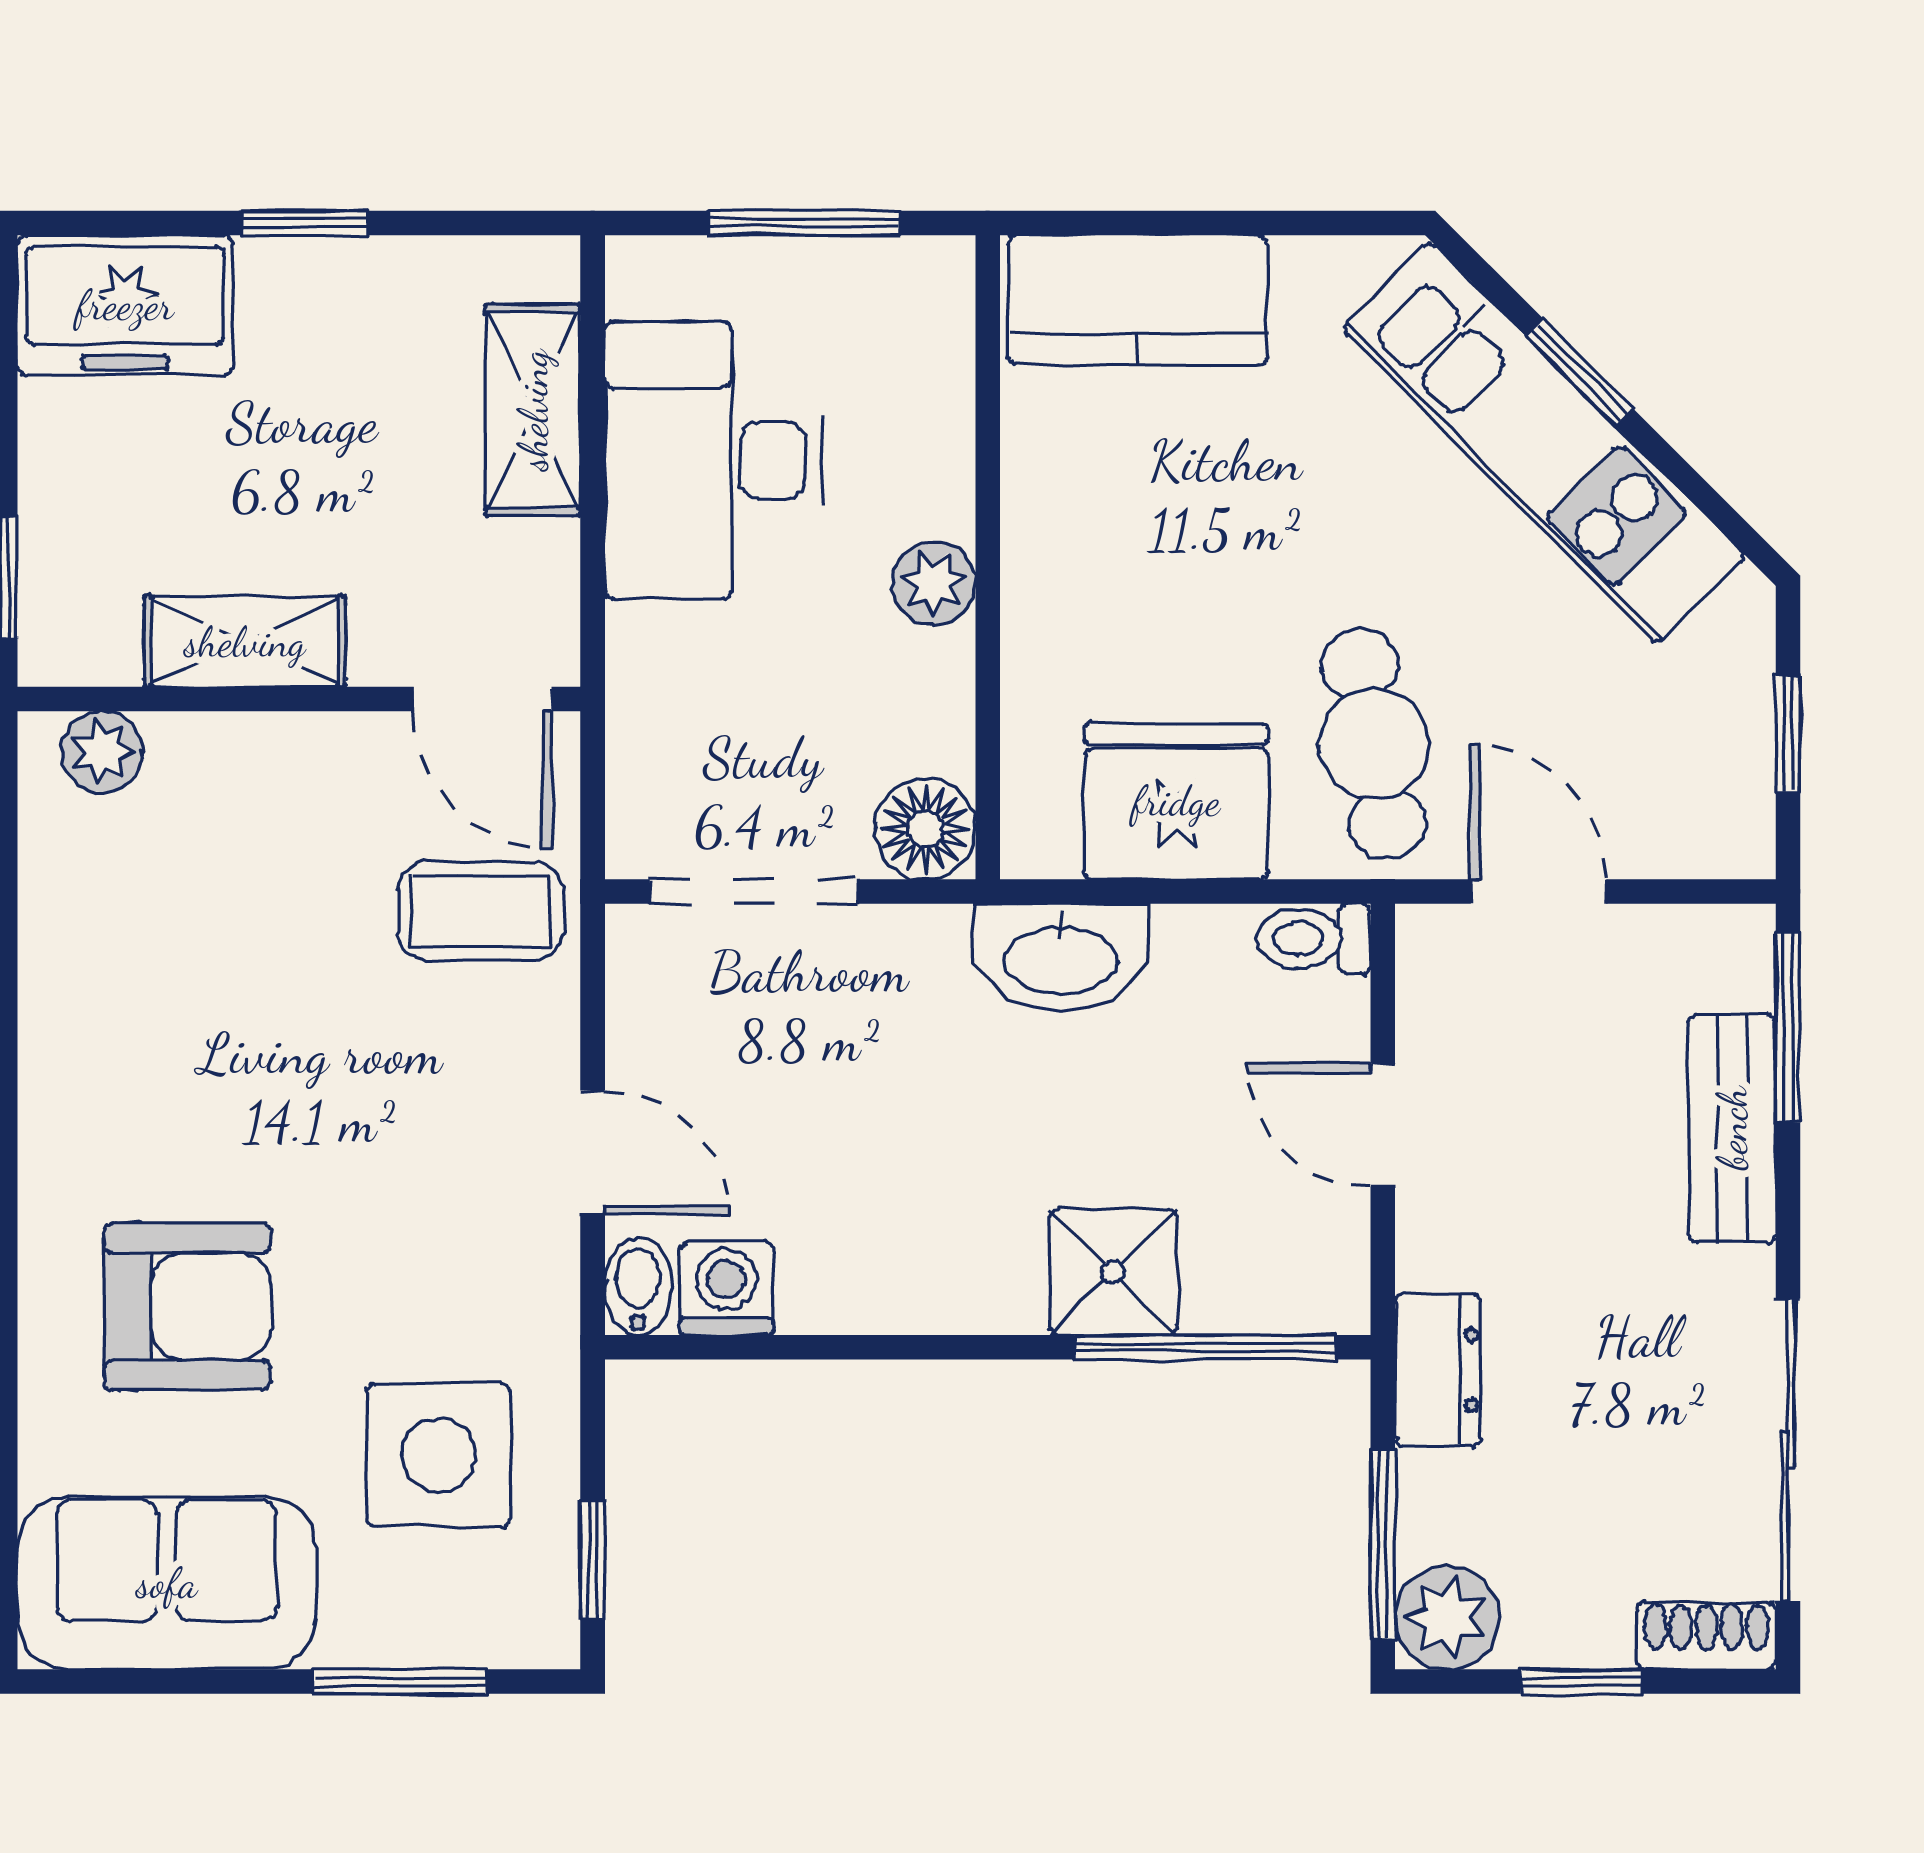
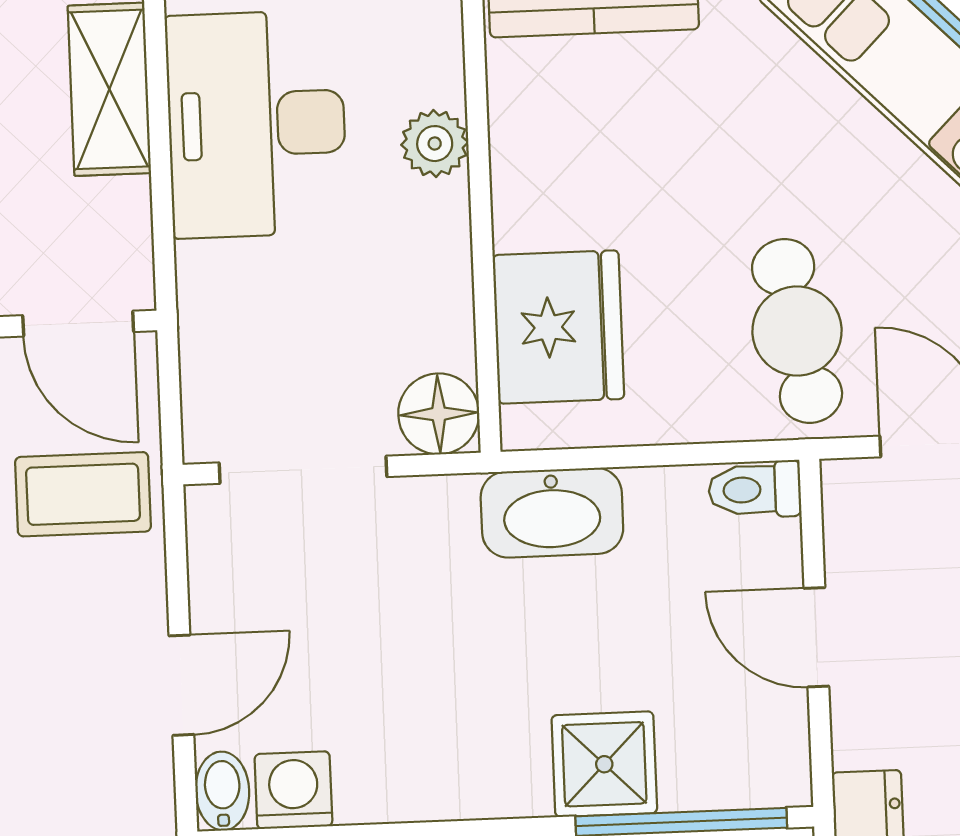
plant: (934, 583) -> (435, 144), moved
fridge: (1176, 801) -> (558, 327), moved, turned 90
door: (593, 1153) -> (181, 685), hinge flipped

